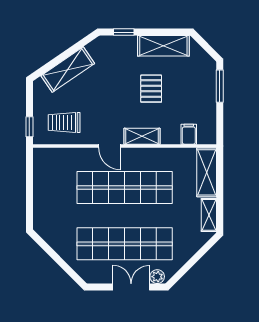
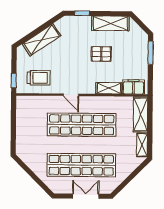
pallet: (151, 89) -> (101, 54), turned 90
trolley: (64, 123) -> (39, 78), turned 180
filing cabinet: (189, 134) -> (133, 87), width x2.00
shelving: (142, 136) -> (109, 88), moved
plant: (157, 277) -> (104, 189), removed

